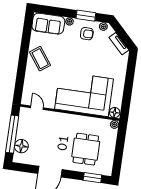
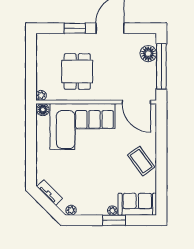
window: (86, 16) -> (114, 220), moved
armchair: (87, 34) -> (90, 199), removed
door: (37, 108) -> (136, 102), width x1.88
dining table: (86, 149) -> (77, 71), moved
window: (92, 178) -> (75, 28), moved

